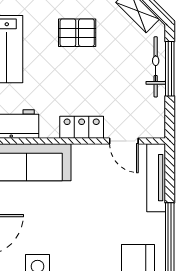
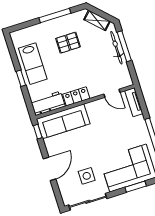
locker: (82, 127) -> (76, 96), moved
tv unit: (156, 178) -> (134, 102), width x0.71

